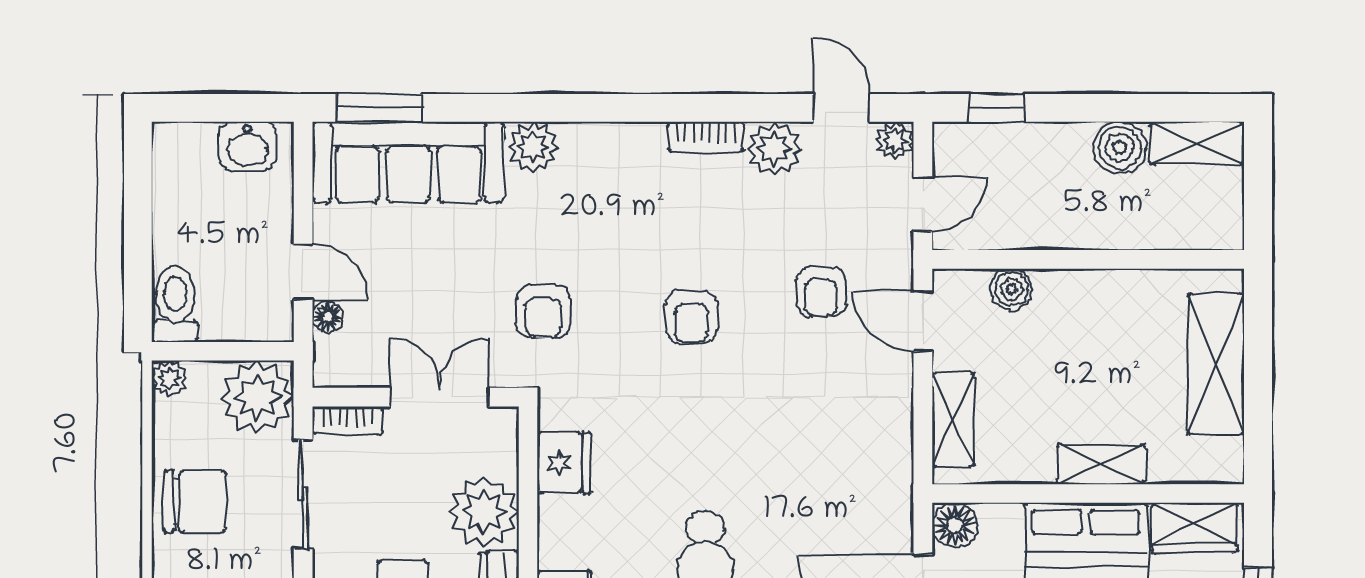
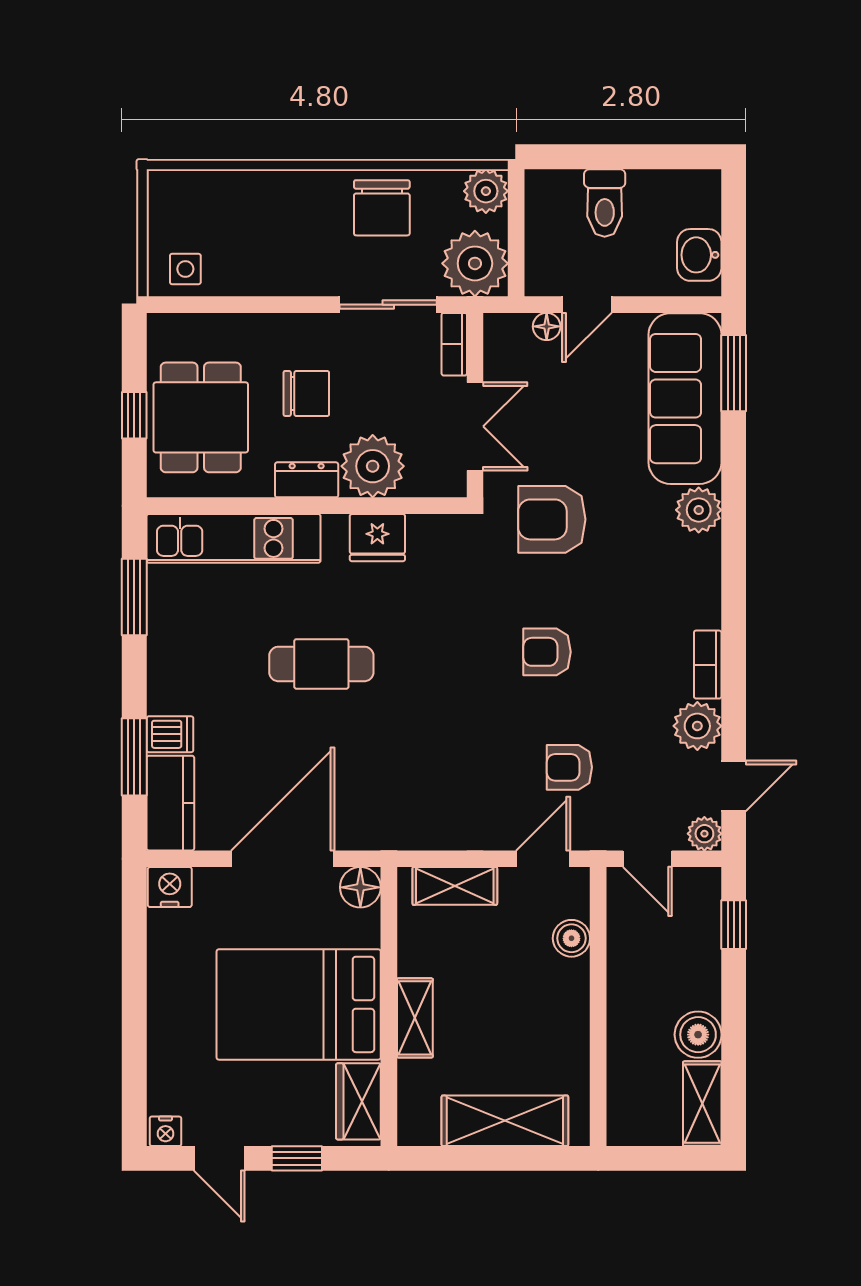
toilet: (175, 304) -> (605, 203), moved, turned 90
armchair: (543, 311) -> (552, 519), width x1.38, depth x1.38
plant: (169, 378) -> (486, 191), width x1.38, depth x1.38
fridge: (564, 463) -> (377, 538), moved

